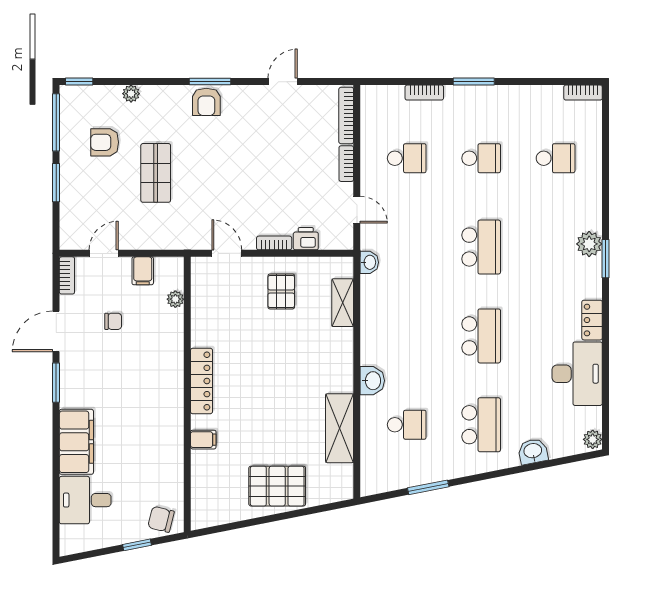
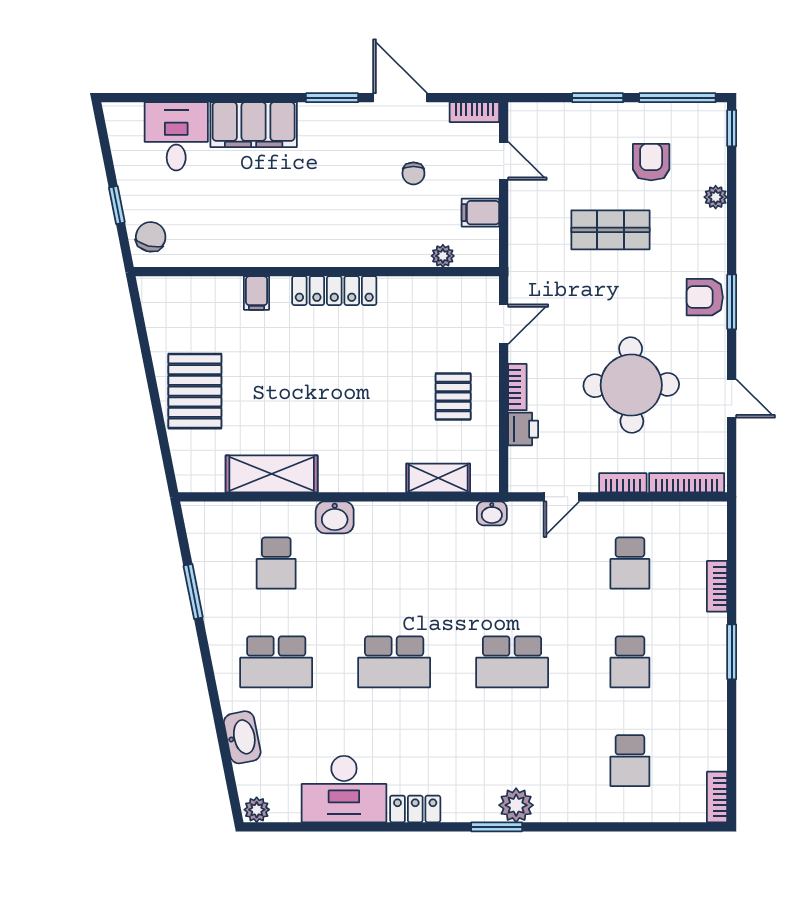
round table: (273, 157) -> (631, 385), added
pallet: (281, 291) -> (453, 396), turned 90
washbasin: (533, 451) -> (242, 737), width x1.38

